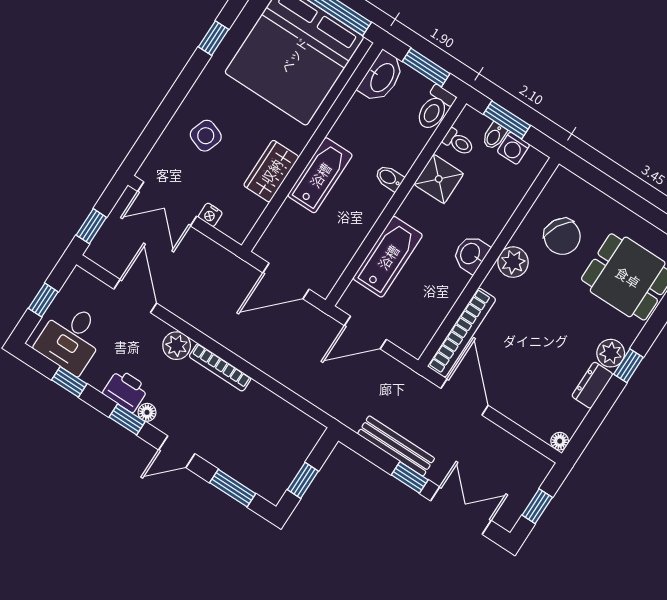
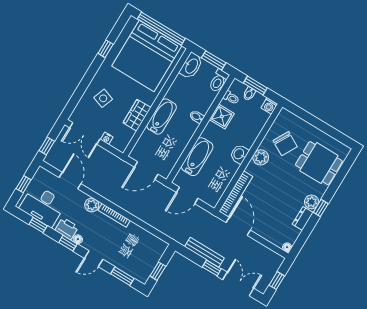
washing machine: (513, 148) -> (269, 106), moved
desk: (71, 338) -> (43, 206), width x1.37

